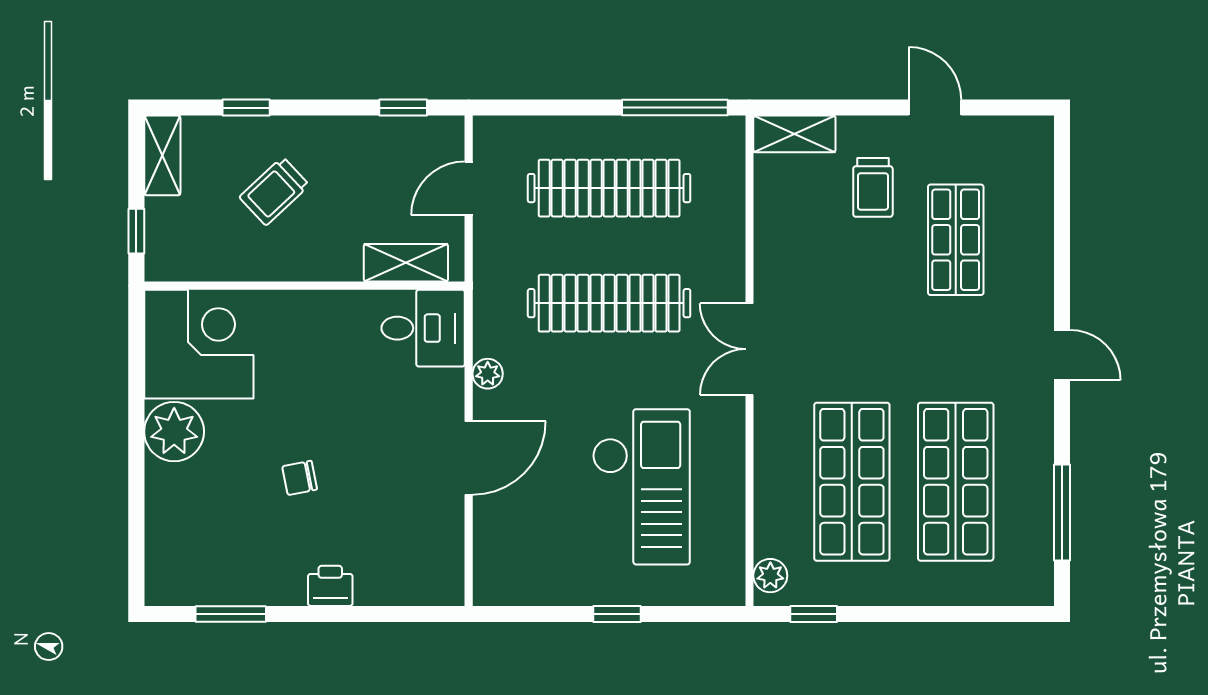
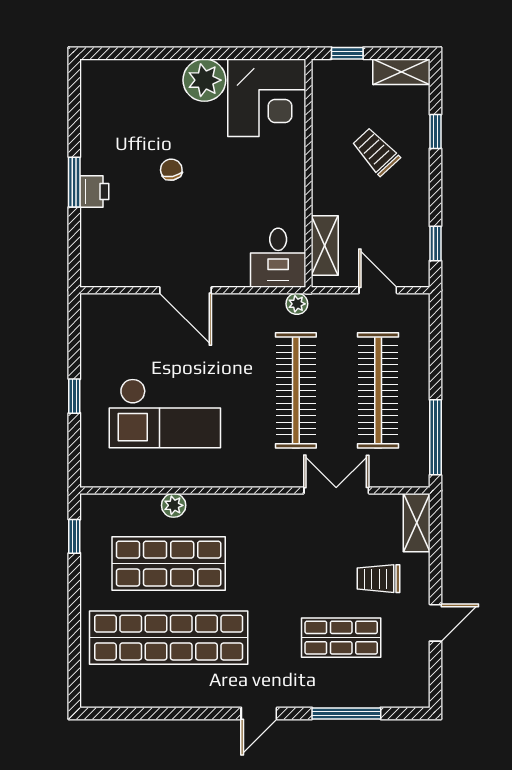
double door: (750, 349) -> (336, 491), moved
plant: (488, 374) -> (297, 304), moved
shop shelf: (956, 482) -> (169, 638), width x1.40
window: (1062, 513) -> (346, 713), moved
plant: (770, 576) -> (174, 505), moved
window: (231, 614) -> (74, 182), moved

